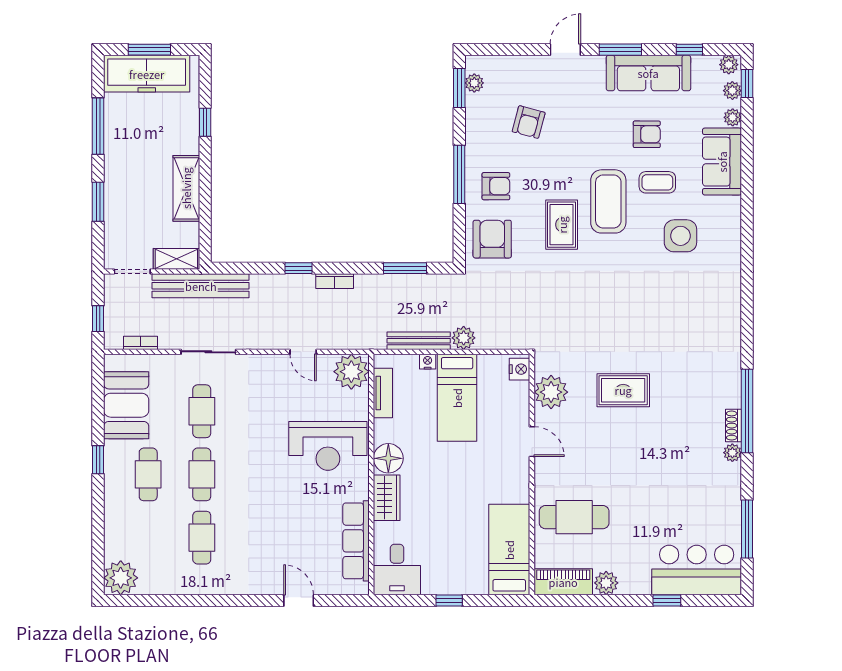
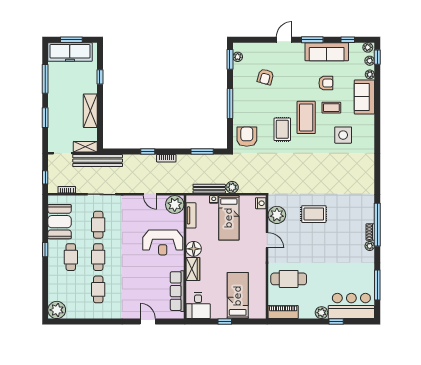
armchair: (496, 186) -> (249, 110), removed
bed: (509, 550) -> (238, 296), moved
plant: (606, 583) -> (321, 313), moved

